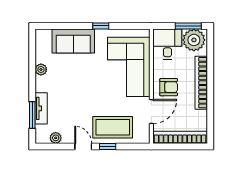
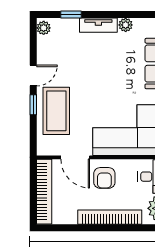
tv unit: (41, 108) -> (98, 25), moved
window: (32, 115) -> (71, 15), width x0.67
plant: (56, 138) -> (44, 28), moved

